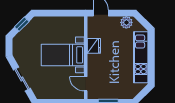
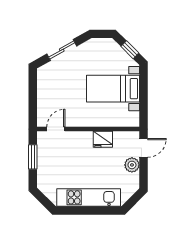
plant: (126, 22) -> (132, 165), moved
bed with nightstands: (63, 55) -> (113, 89), moved, turned -90

